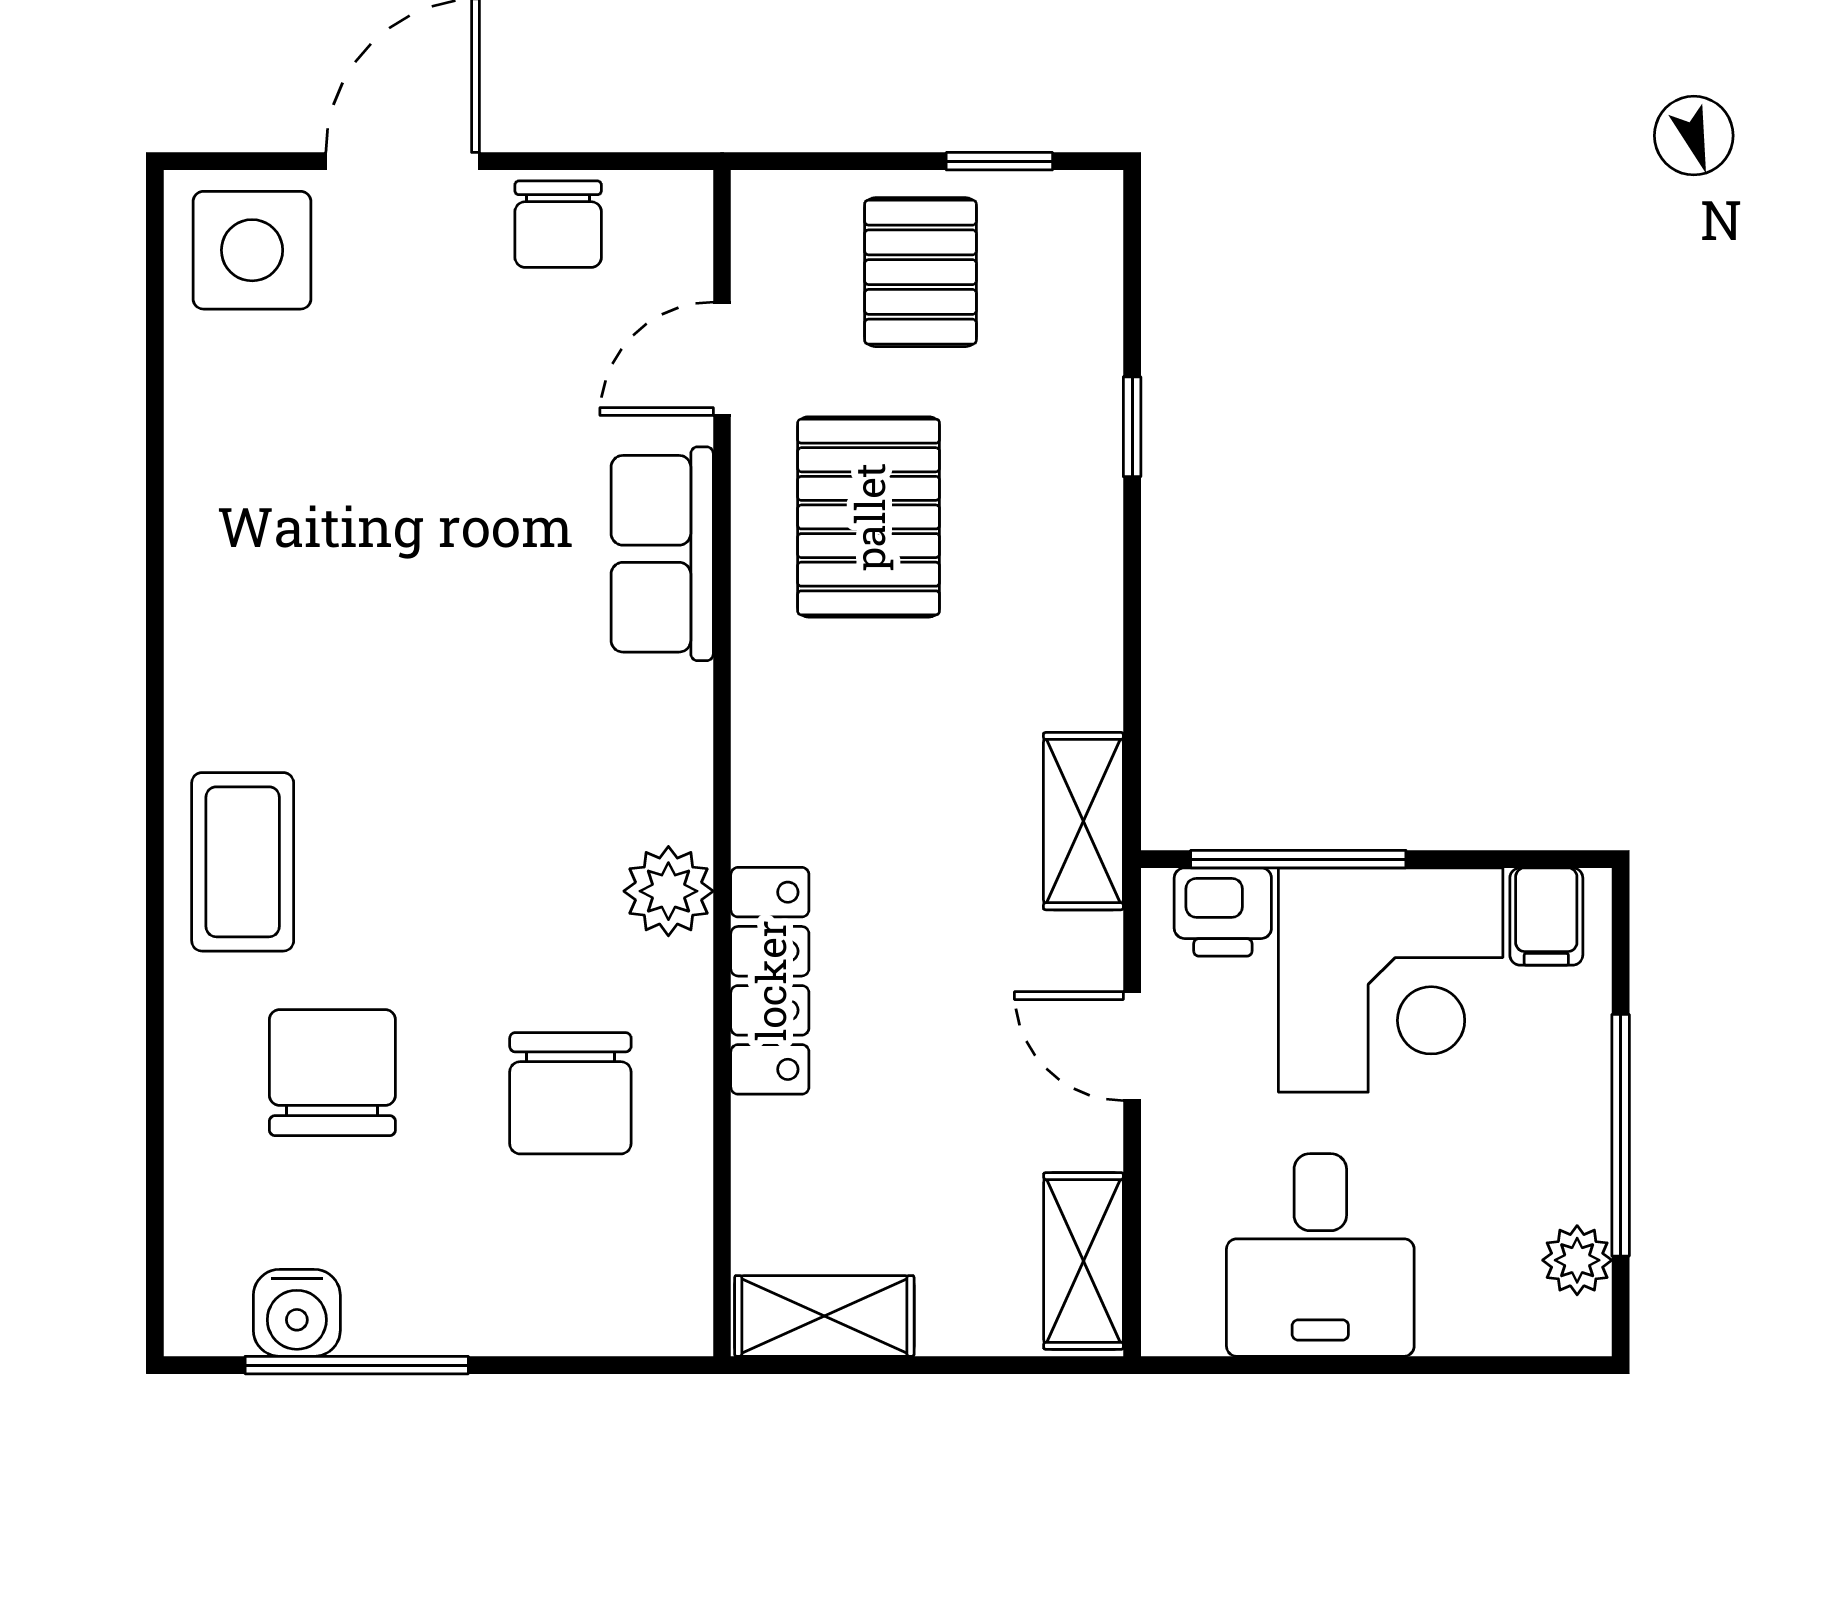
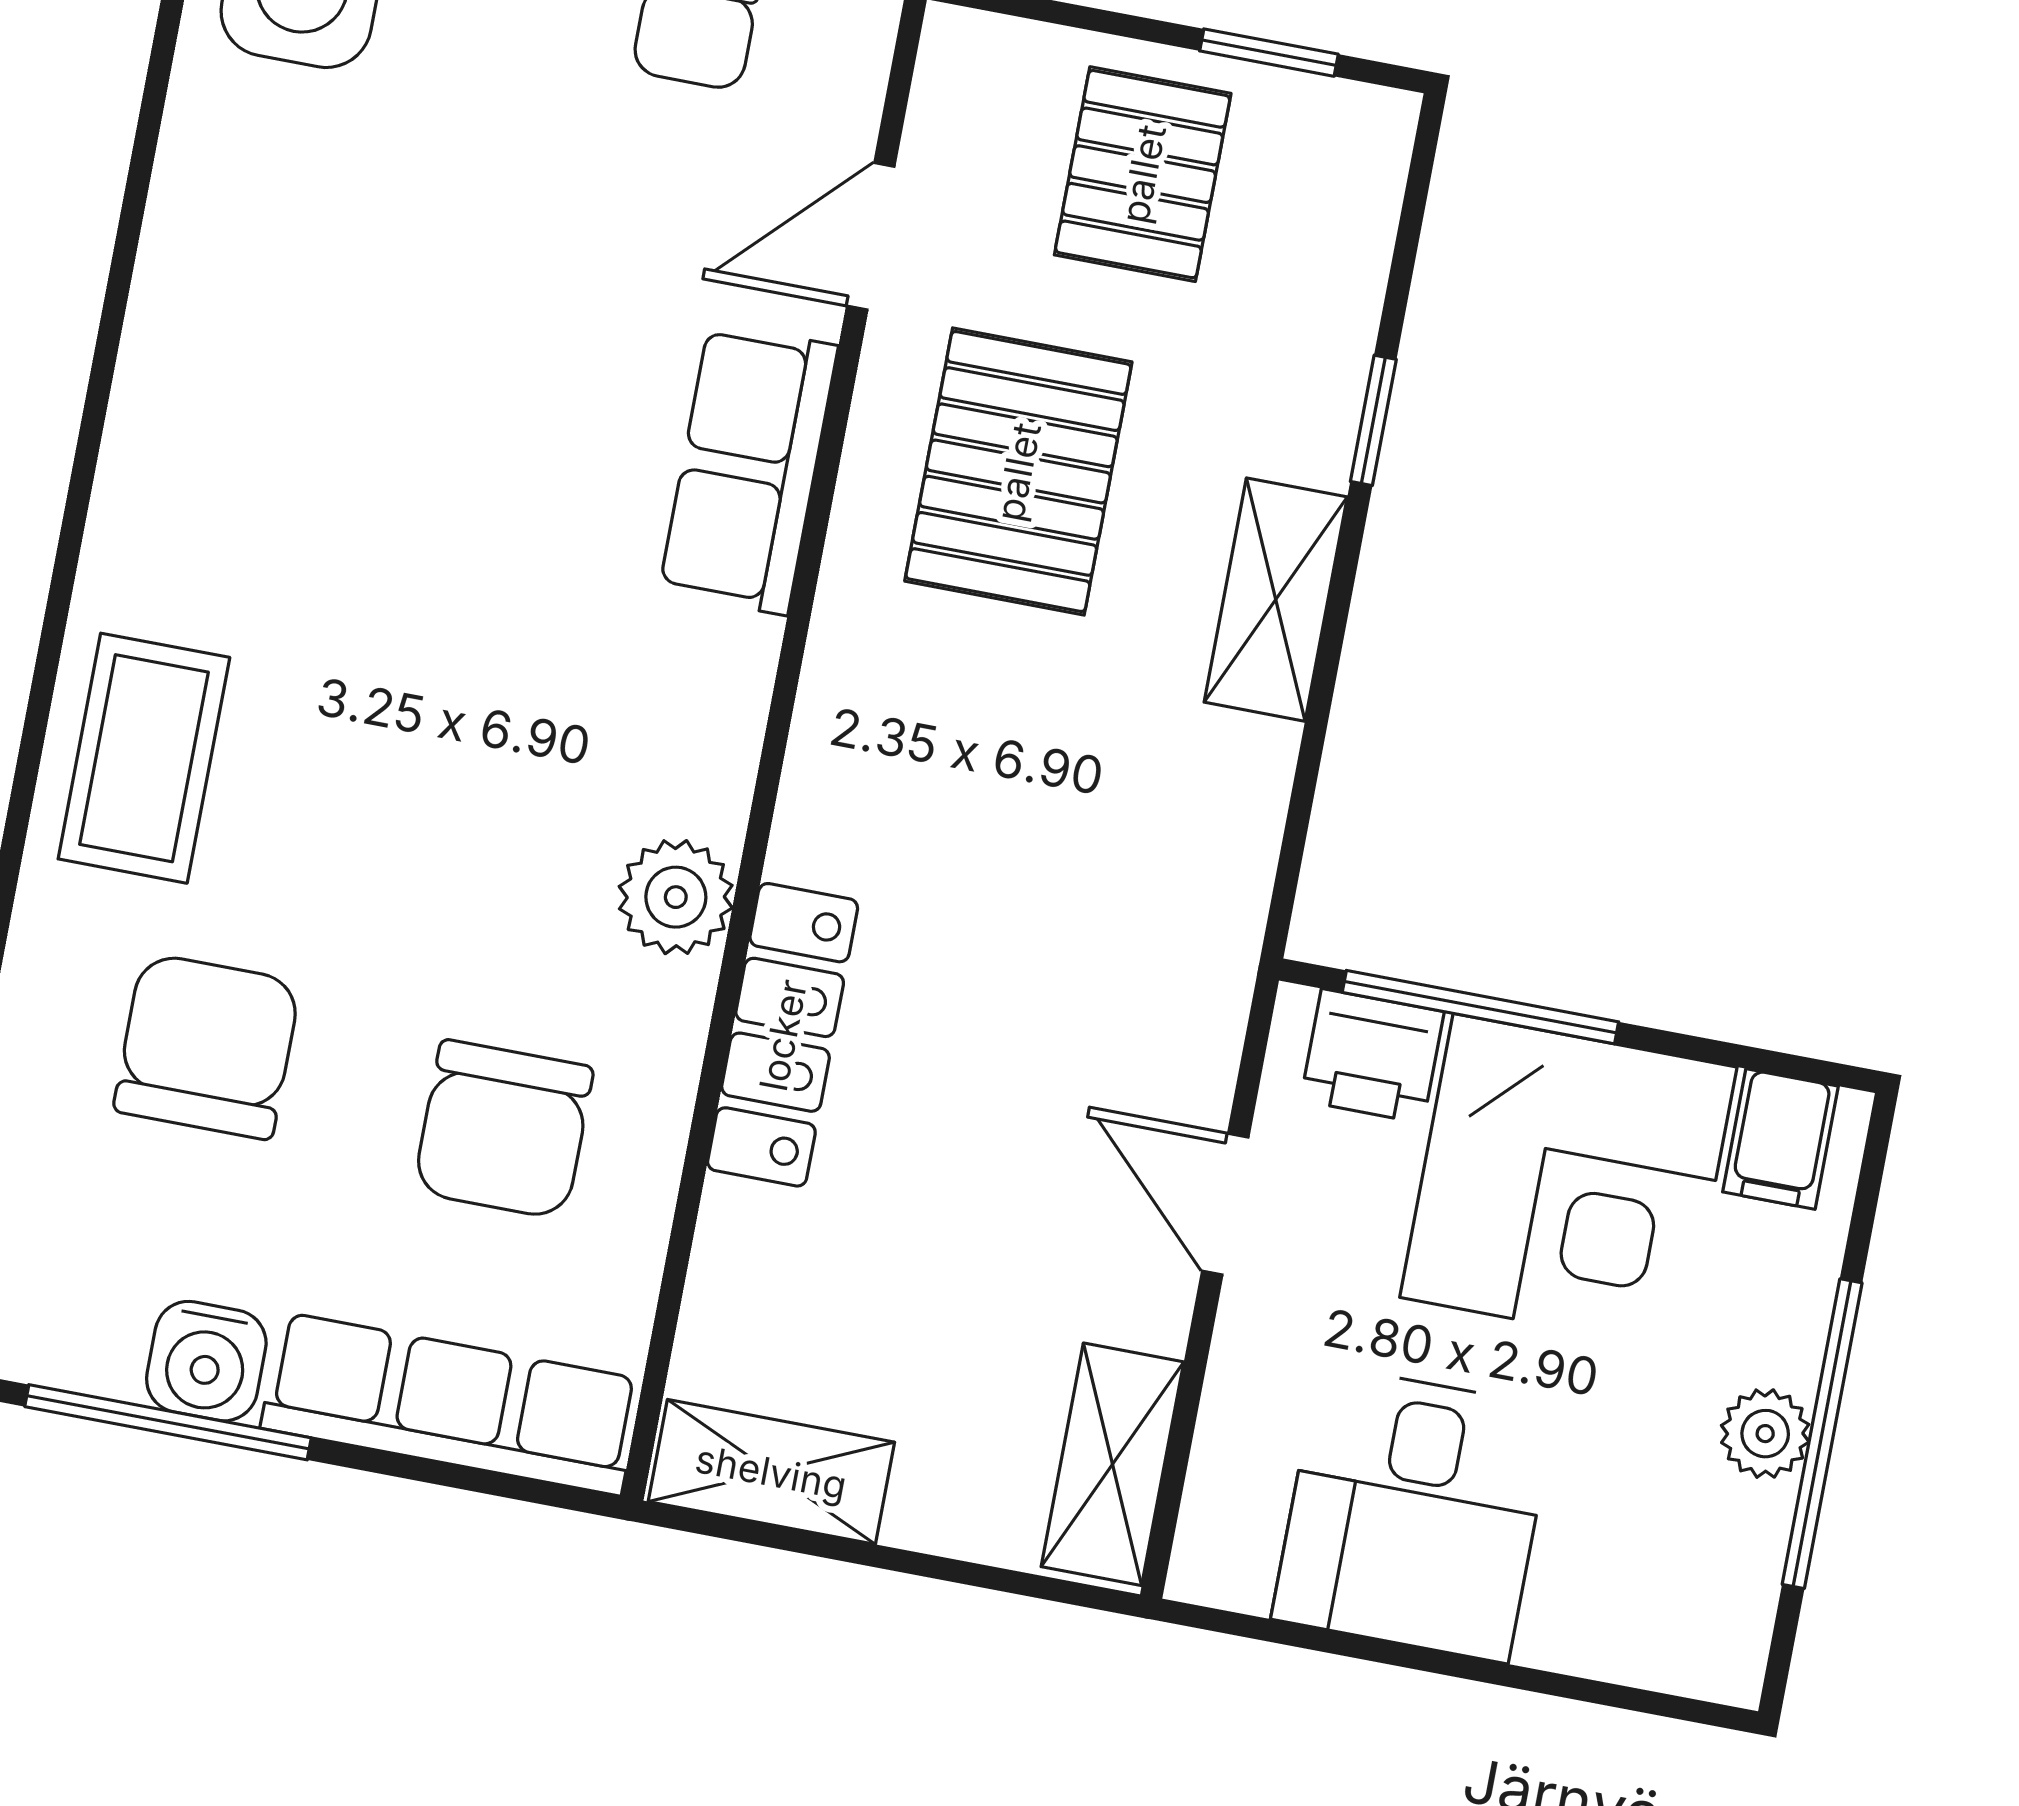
shelving: (1083, 821) -> (1276, 600), moved
plant: (1577, 1260) -> (1765, 1434), moved
row of seats: (570, 1310) -> (452, 1404), added
water cooler: (297, 1313) -> (206, 1361), moved

